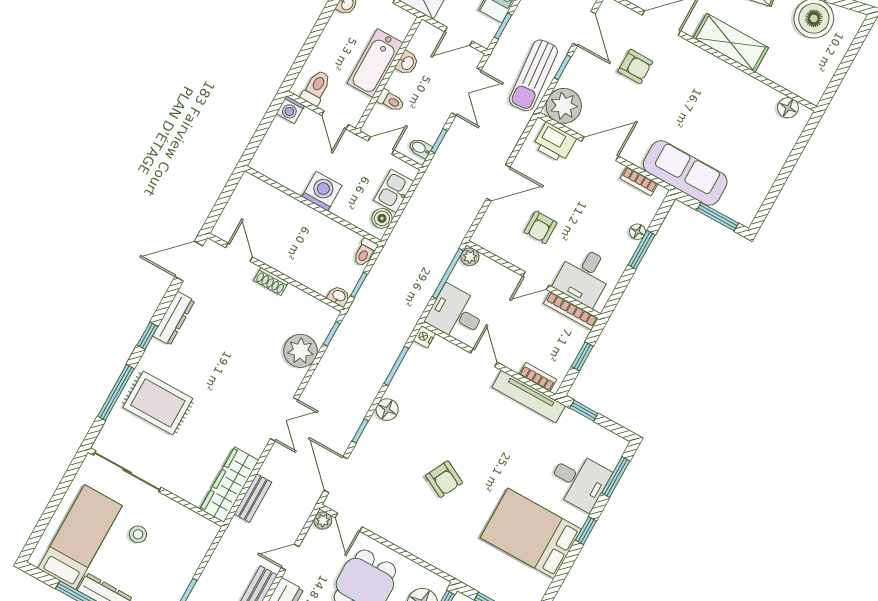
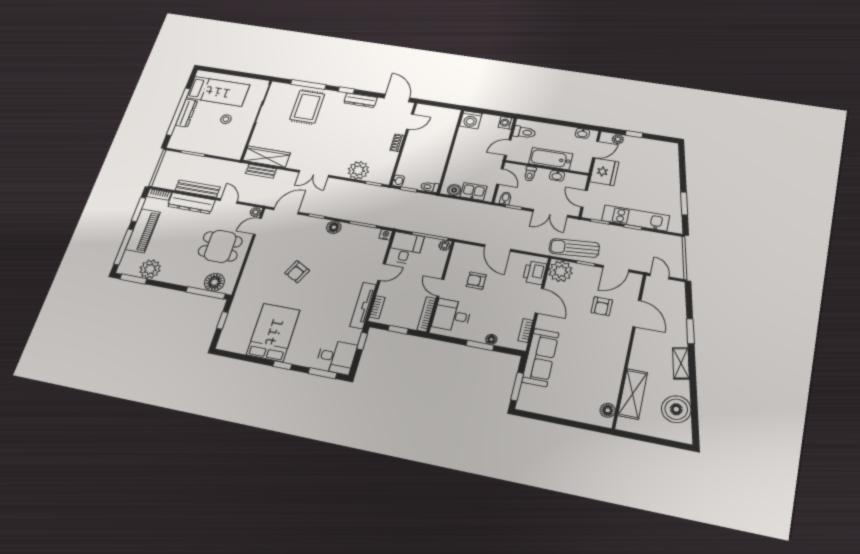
shelving: (731, 43) -> (633, 394), moved
washing machine: (322, 191) -> (471, 120), moved, turned 90
desk: (579, 481) -> (336, 357), moved, turned -90

